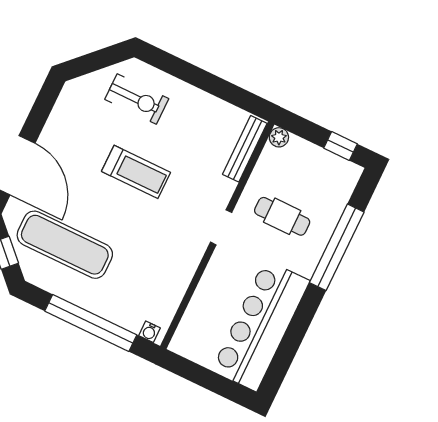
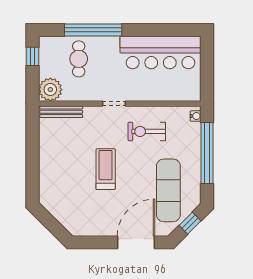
exercise bike: (137, 99) -> (147, 131), moved, turned -90
plant: (279, 137) -> (50, 90), width x1.87, depth x1.87
cafe table: (282, 216) -> (79, 59), moved

